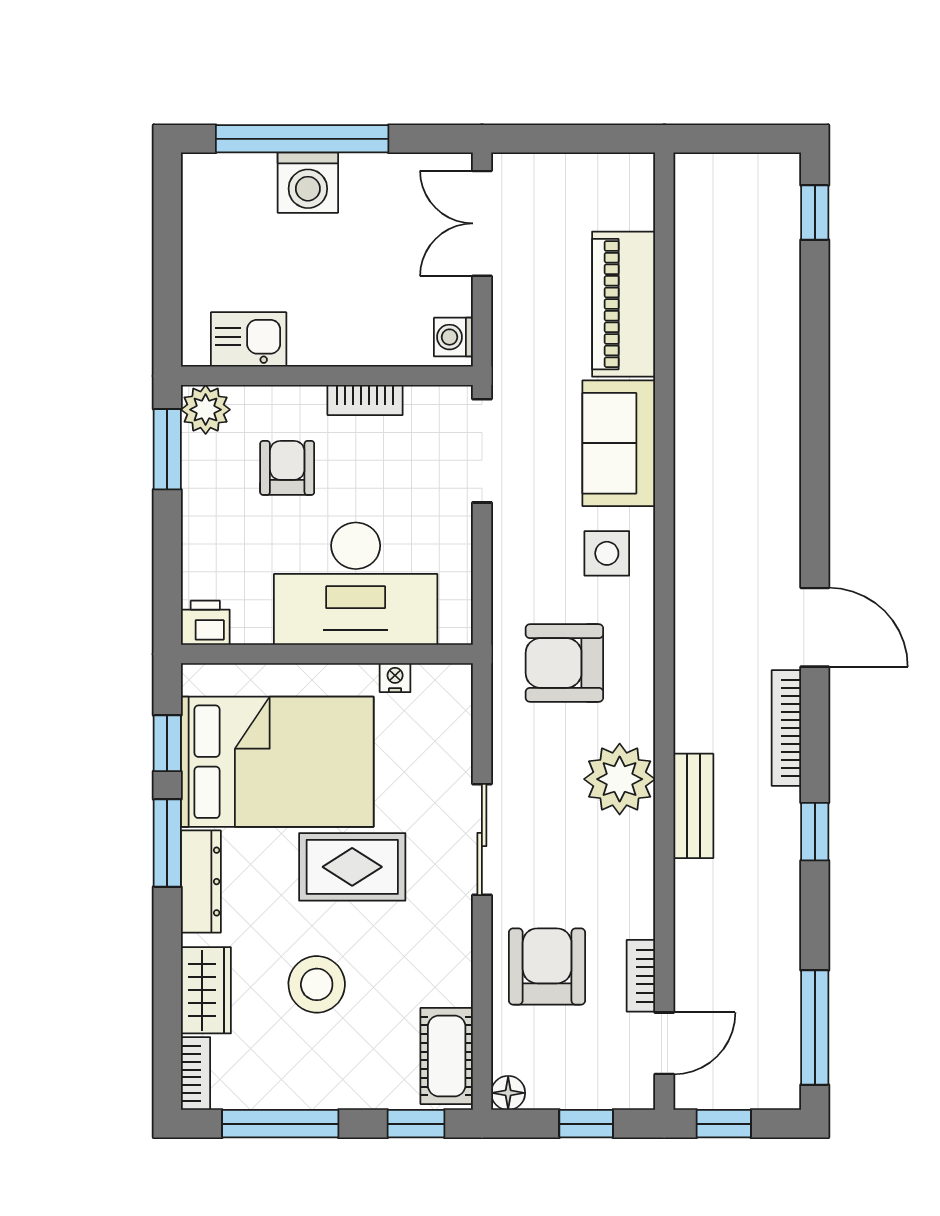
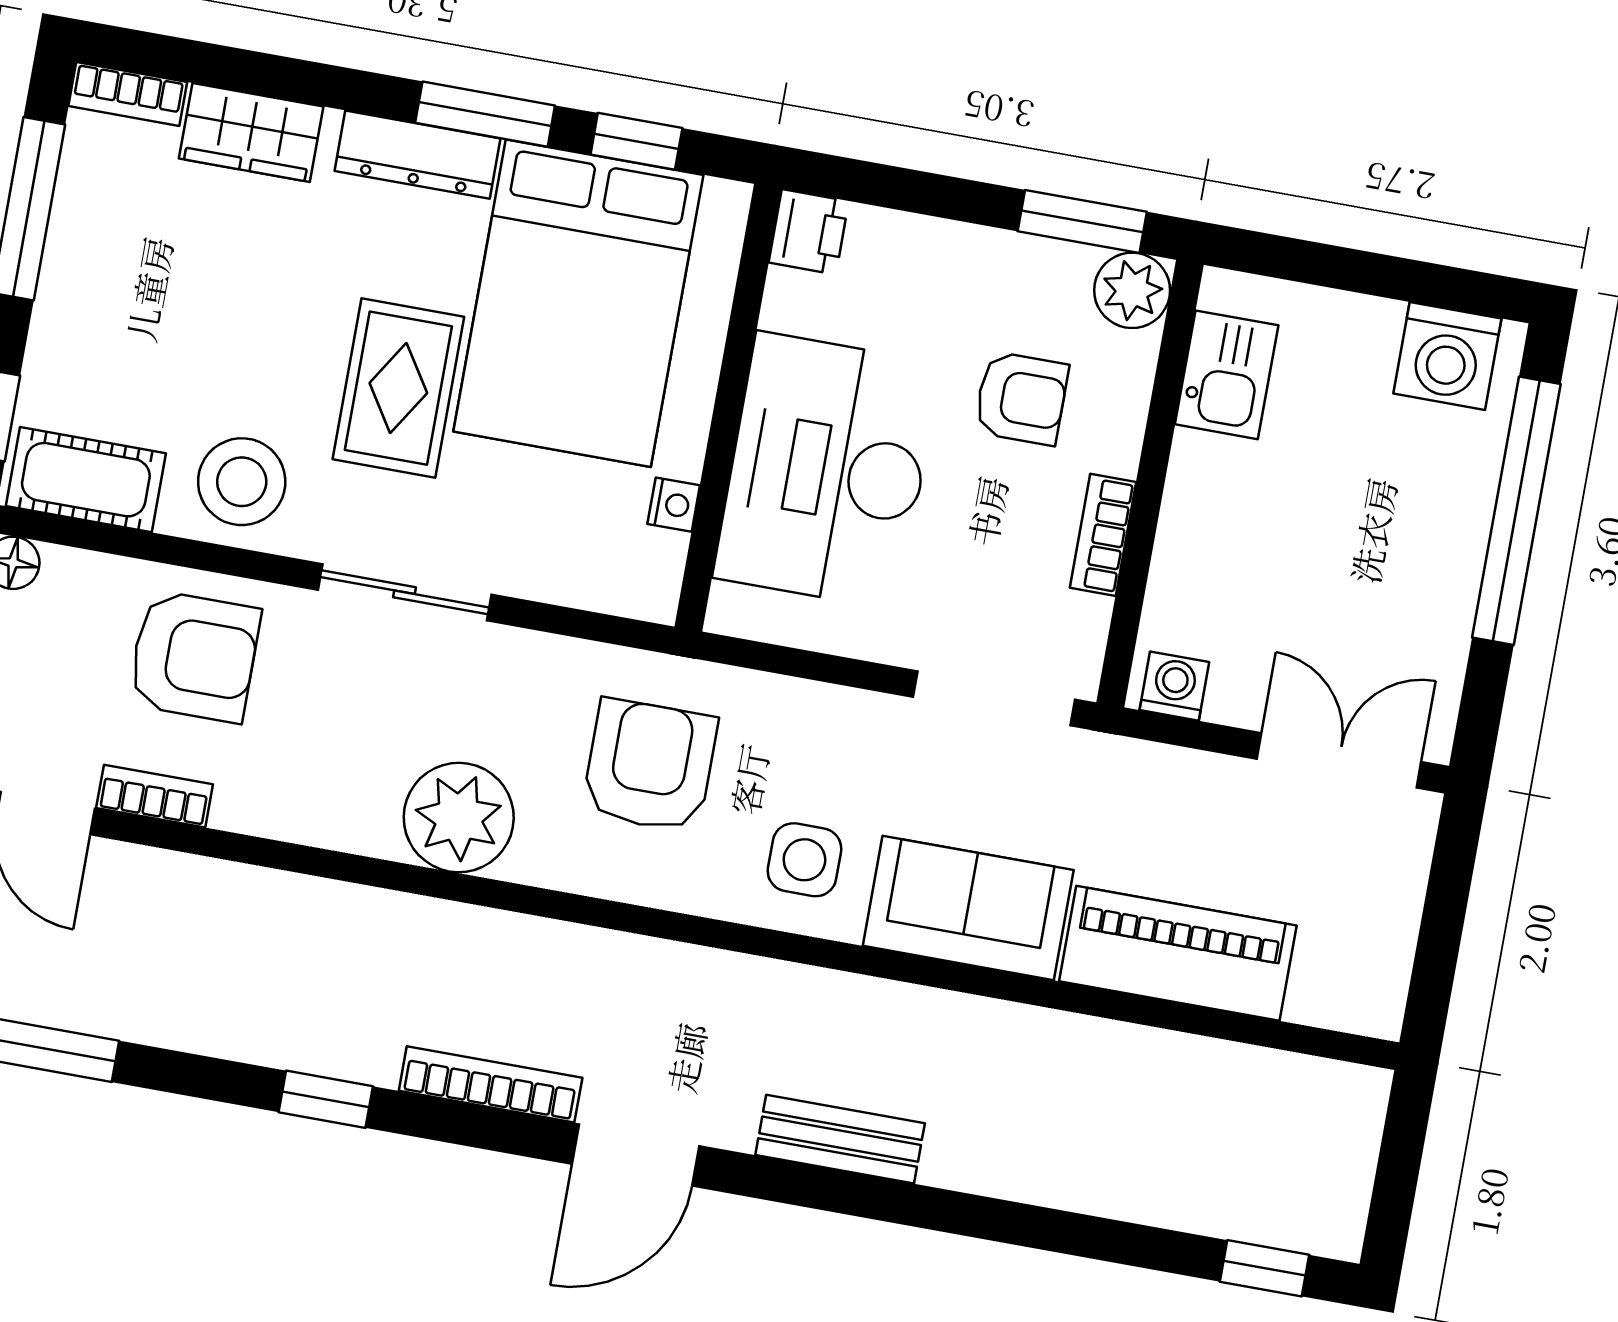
washing machine: (308, 183) -> (1447, 356), moved, turned -90
bench: (693, 806) -> (840, 1139), moved
stool: (317, 984) -> (242, 482), moved

